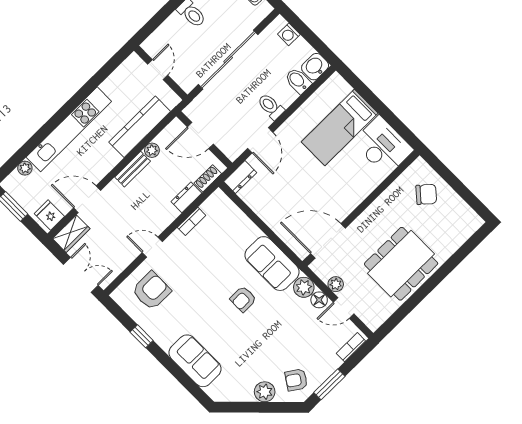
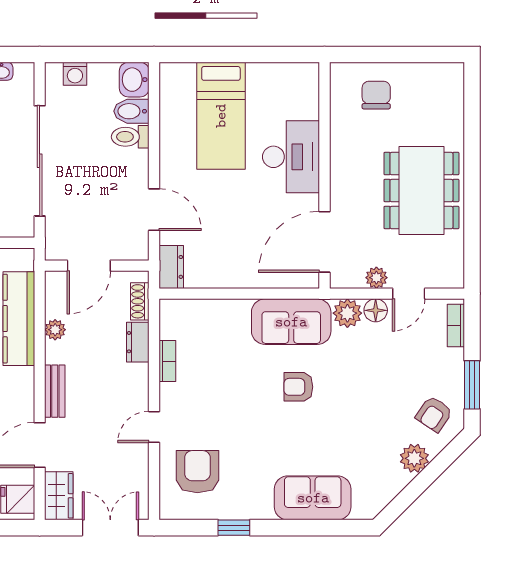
toilet: (271, 107) -> (130, 137), moved
desk: (383, 146) -> (291, 157), moved, turned 90
bench: (133, 169) -> (55, 391), moved
chair: (426, 194) -> (376, 95), turned -41
armchair: (243, 299) -> (298, 387), turned 90

